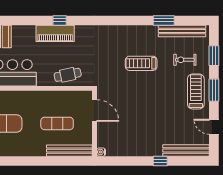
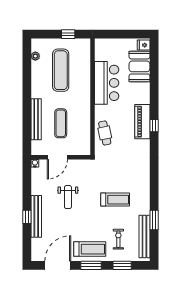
treadmill: (141, 63) -> (115, 200), turned 90
door: (94, 111) -> (57, 157), moved
weight bench: (138, 116) -> (68, 197), added
door: (214, 127) -> (58, 265), width x1.88
bench: (69, 151) -> (36, 119), moved
bench: (186, 151) -> (36, 216), moved

